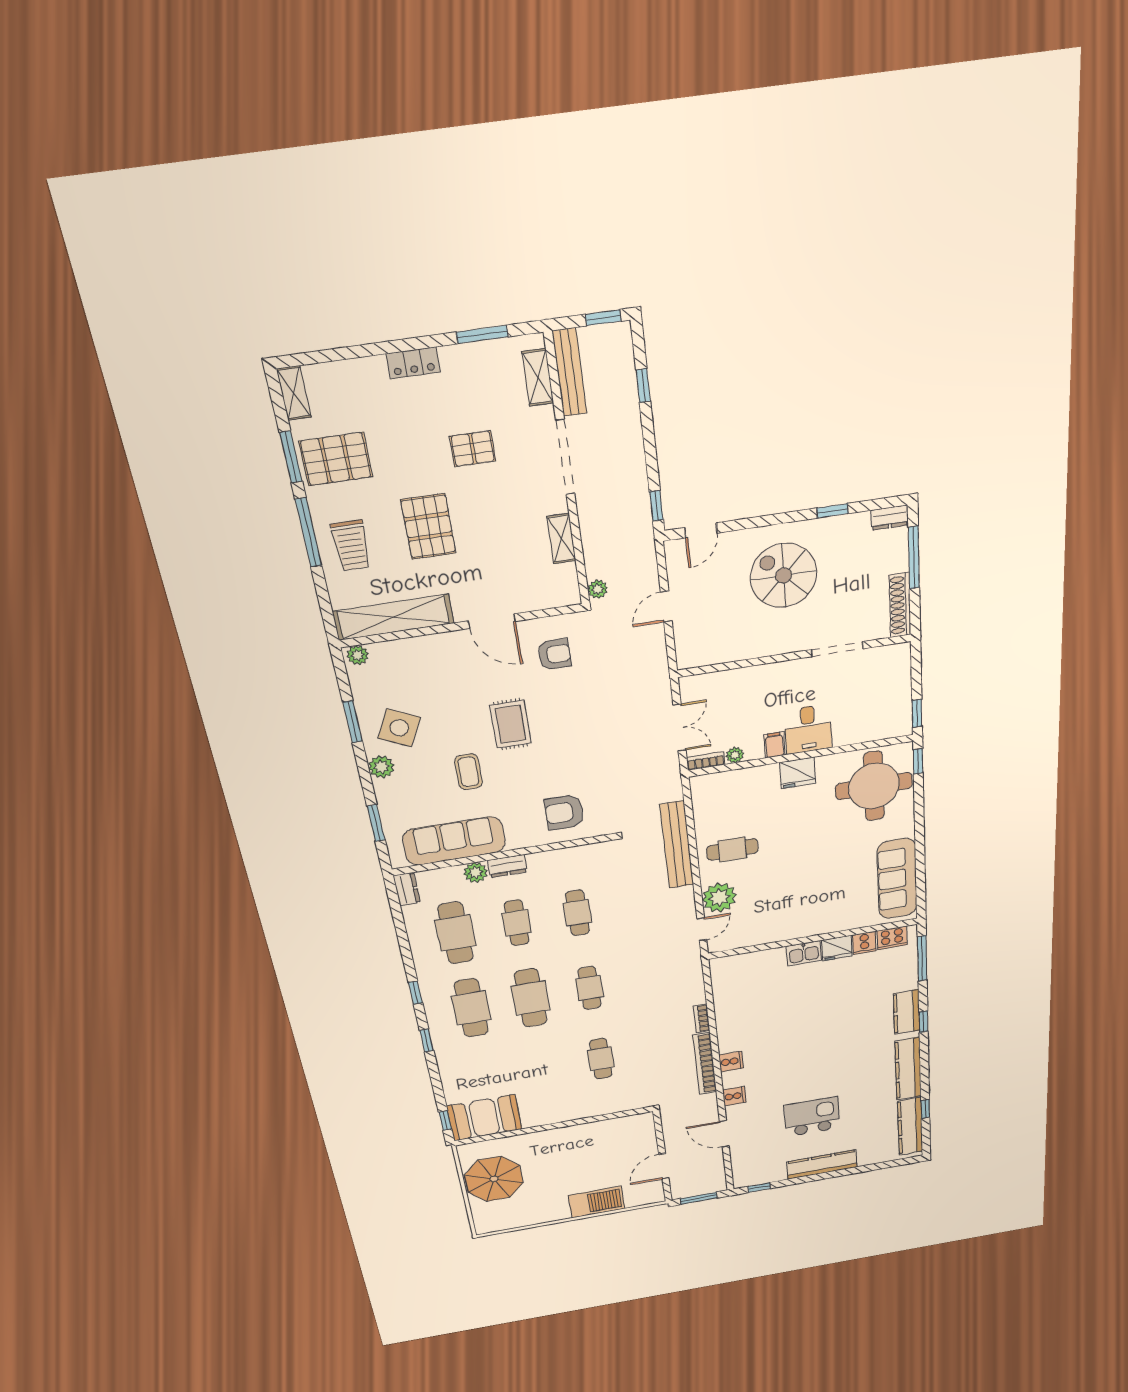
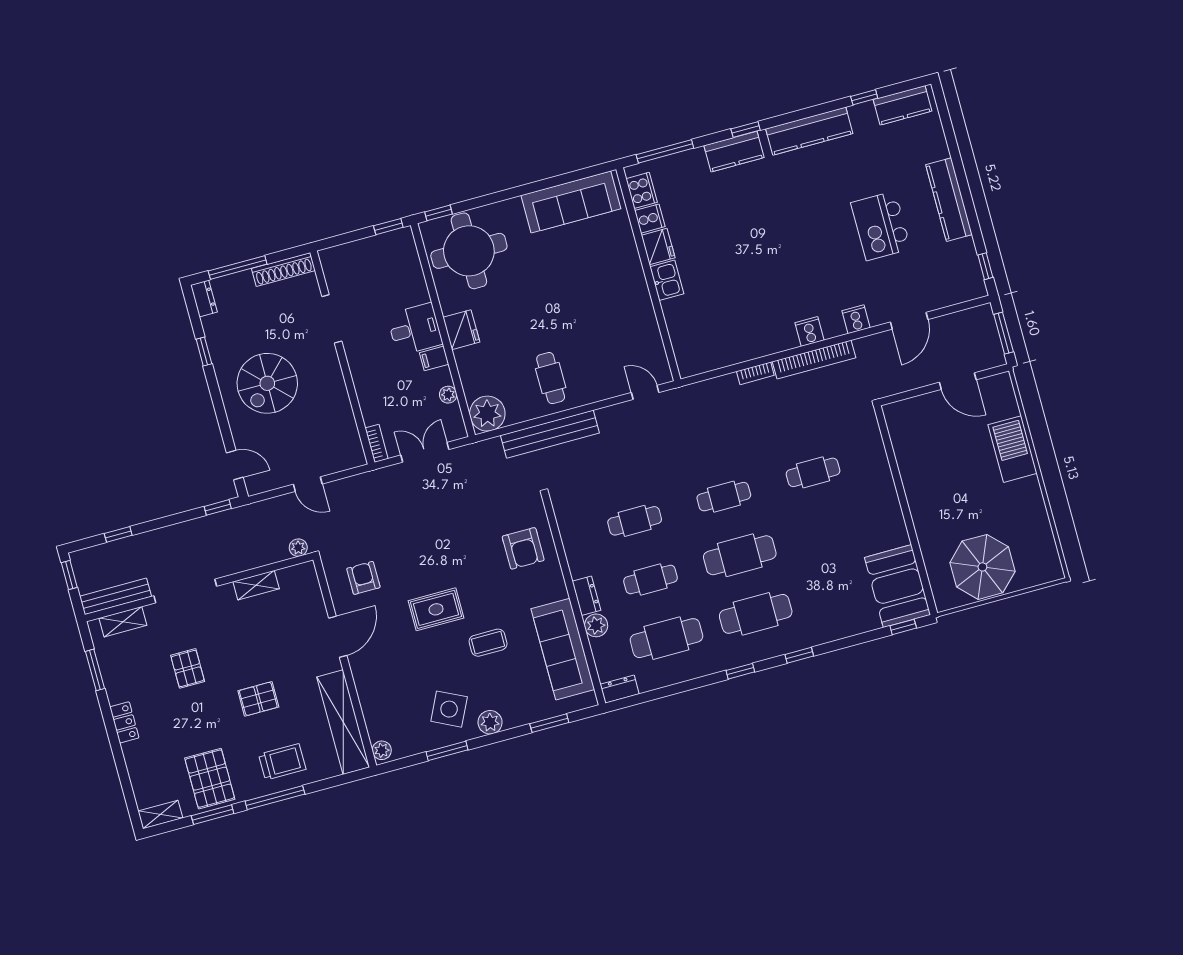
pallet: (428, 527) -> (258, 699), width x0.67, depth x0.71
bookcase: (706, 761) -> (377, 443), moved, turned 180
plant: (719, 898) -> (487, 414), moved
kitchen counter: (910, 1126) -> (902, 105), width x0.67

